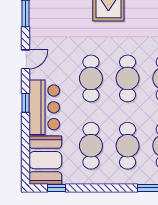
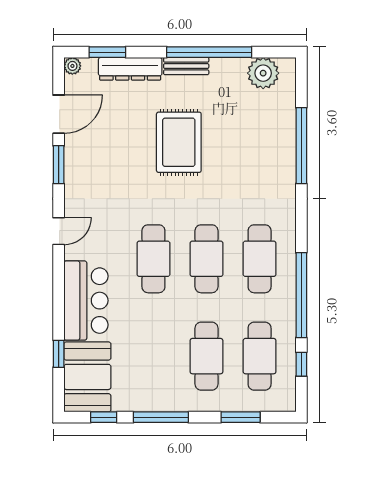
window: (25, 103) -> (59, 354), moved
cafe table: (91, 146) -> (153, 356), removed
window: (96, 188) -> (161, 417), added

